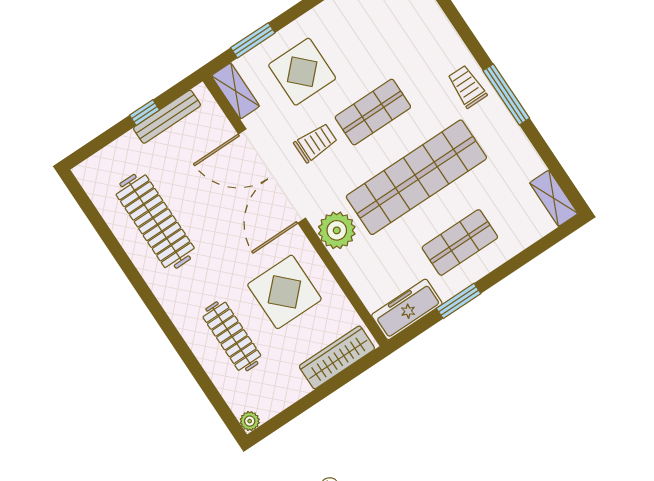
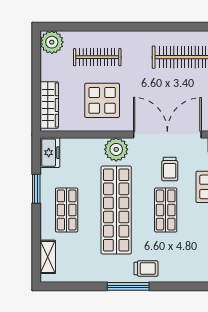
shelving: (554, 198) -> (48, 257), moved, turned 90
freezer: (407, 309) -> (50, 153), width x0.71
plant: (250, 421) -> (52, 42), width x1.88, depth x1.88

